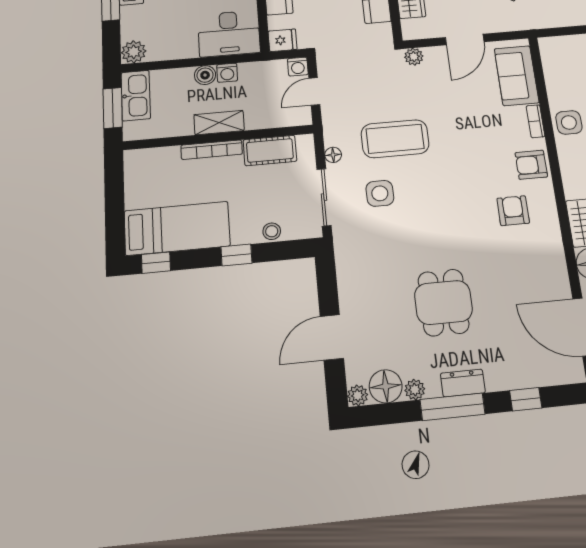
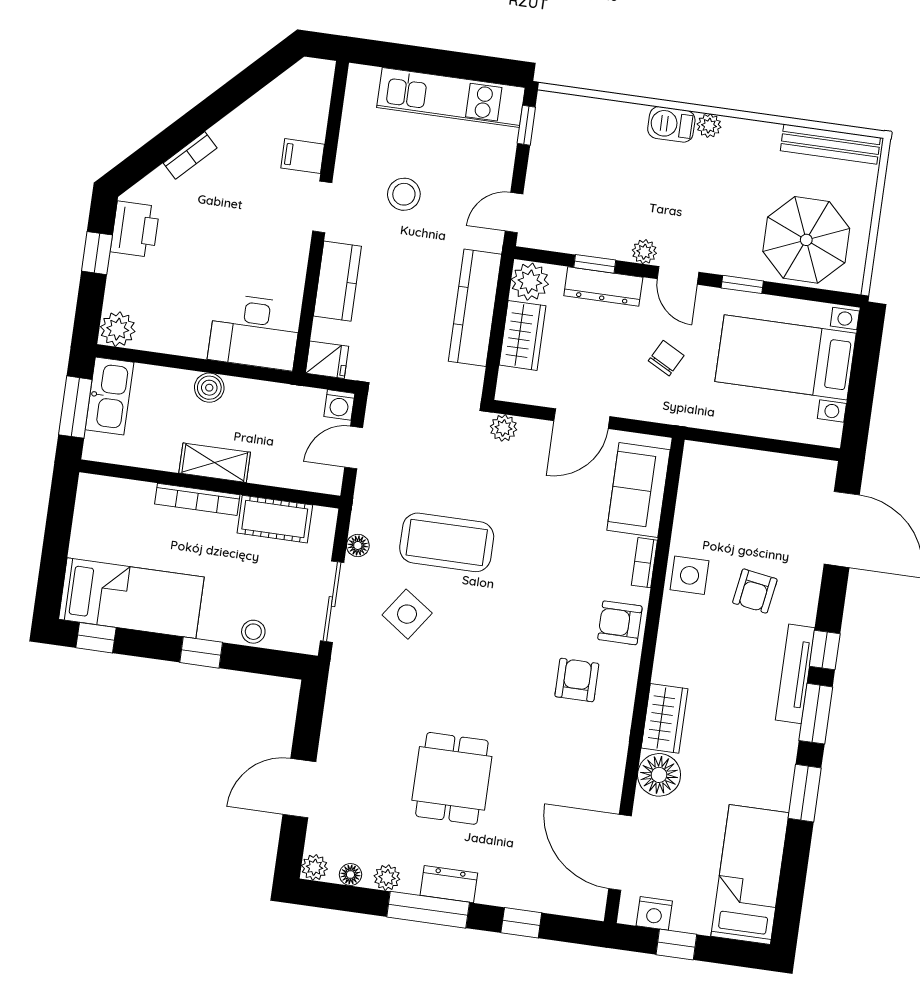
washing machine: (227, 73) -> (240, 391), removed
side table: (380, 193) -> (407, 614), turned 35
floor lamp: (386, 386) -> (350, 875), width x0.53, depth x0.53

